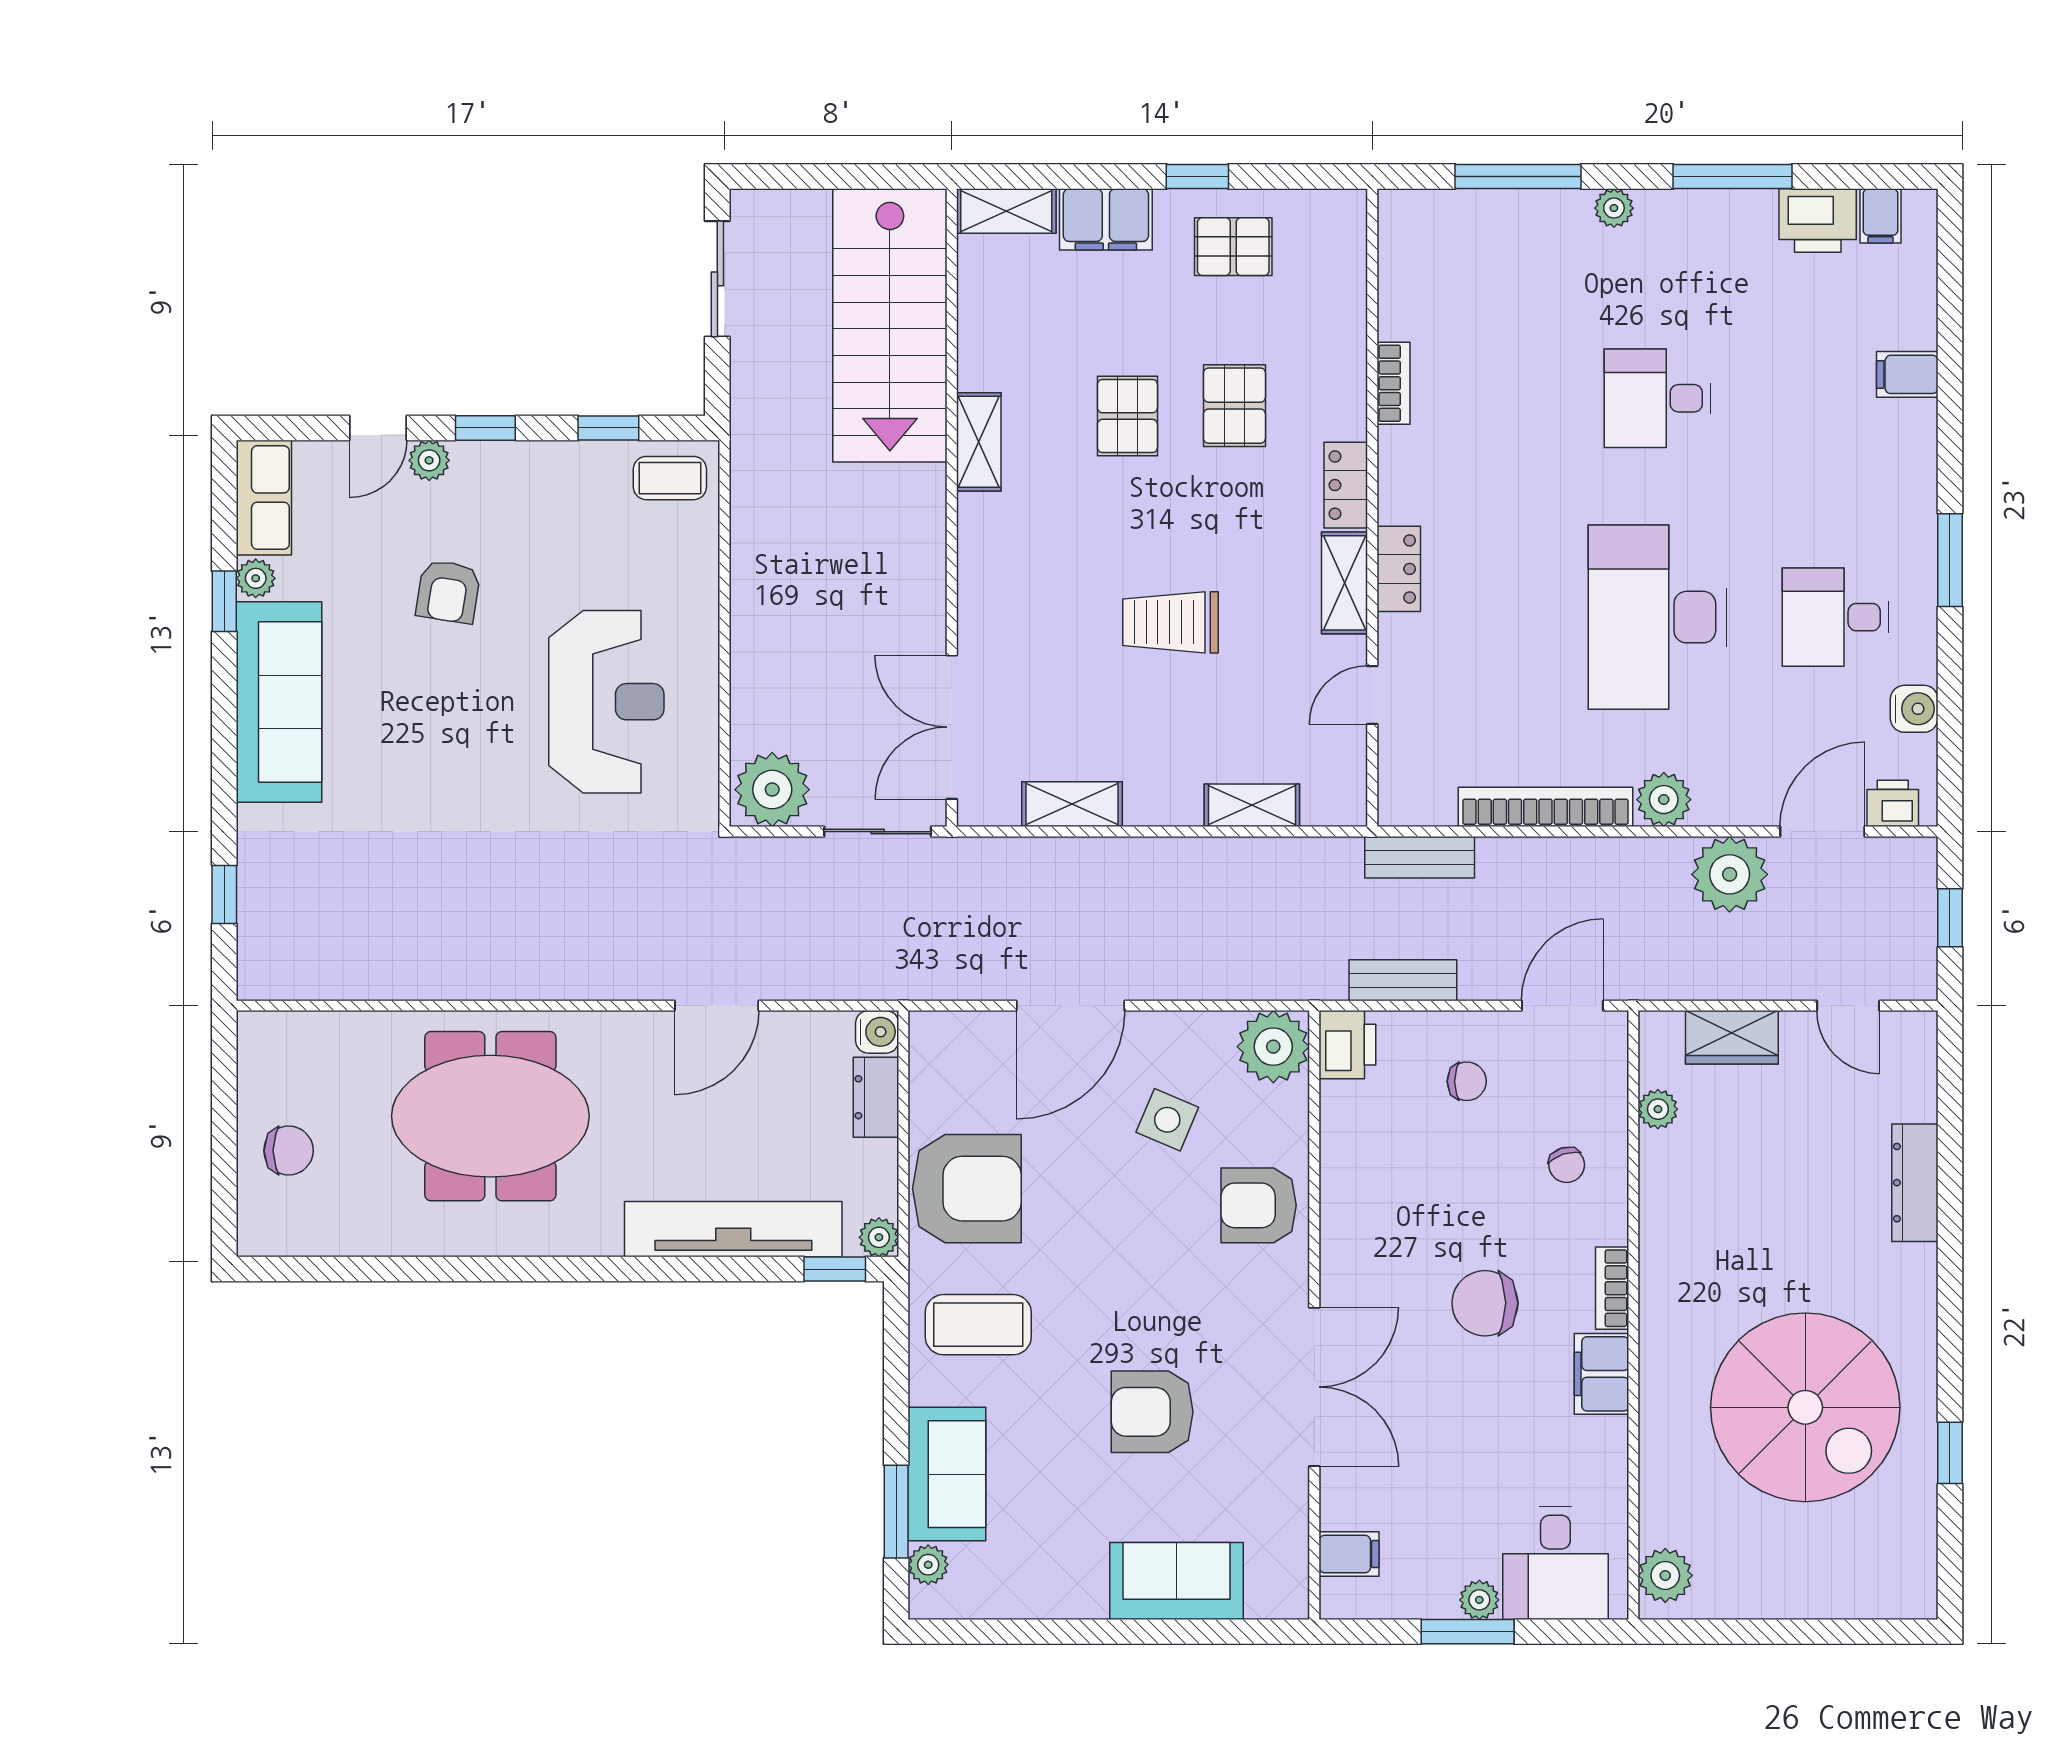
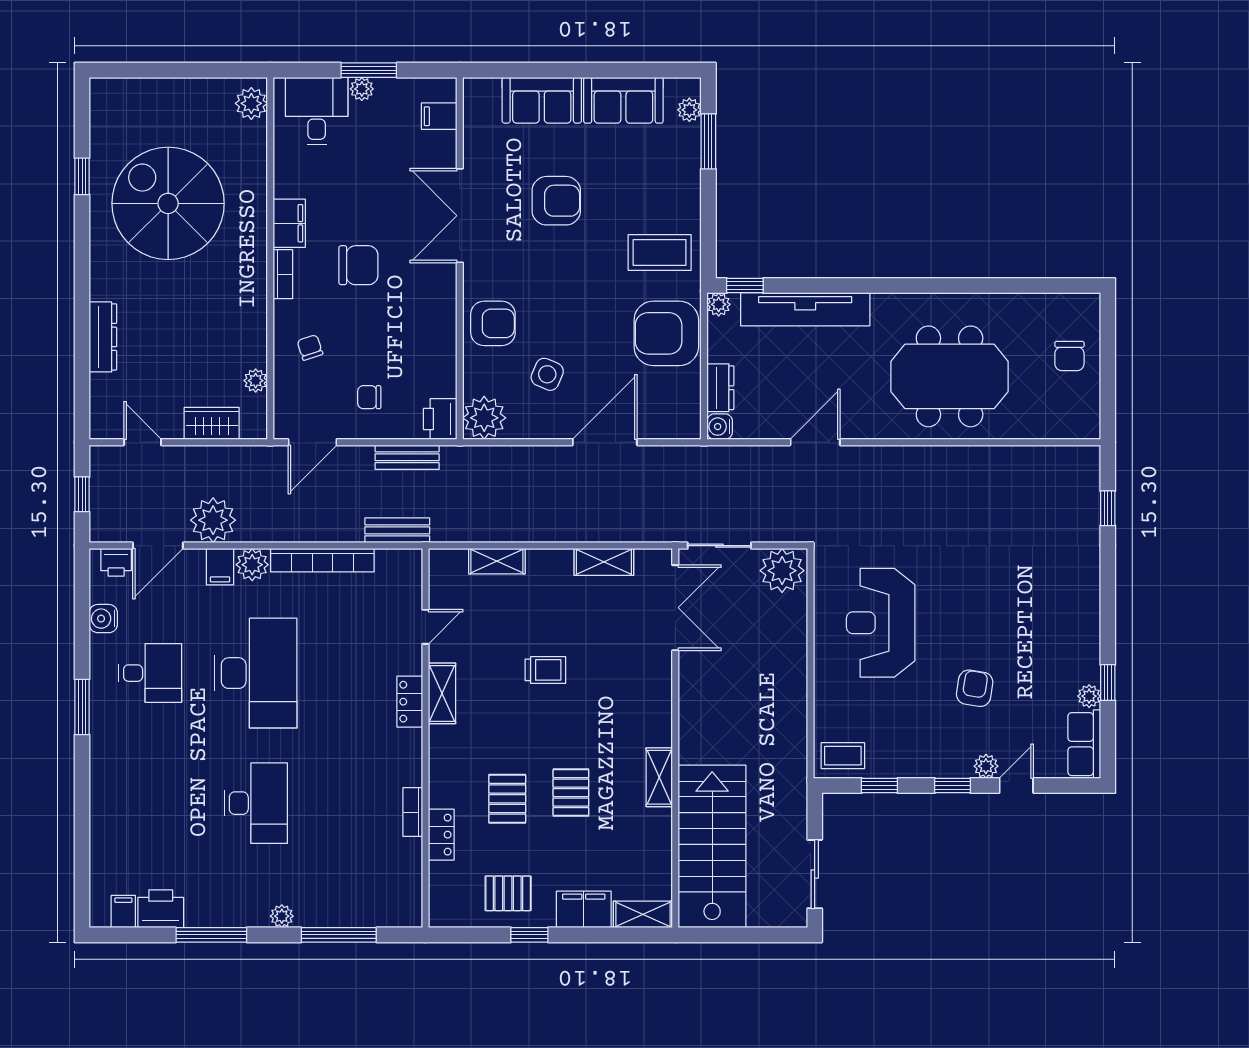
filing cabinet: (1907, 374) -> (220, 567), moved, turned 90
desk: (1658, 398) -> (256, 803), width x1.37
locker: (1346, 485) -> (441, 835), moved
trolley: (1170, 622) -> (545, 670), width x0.73, depth x0.72
sofa: (279, 702) -> (1075, 623), removed
chair: (289, 1151) -> (1069, 356), turned -90
sofa: (947, 1474) -> (623, 100), moved, turned -90

